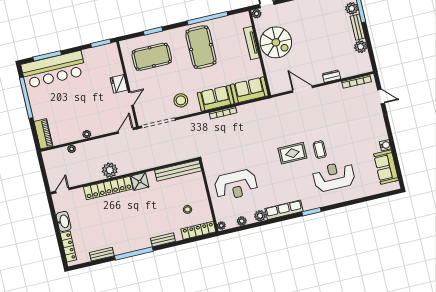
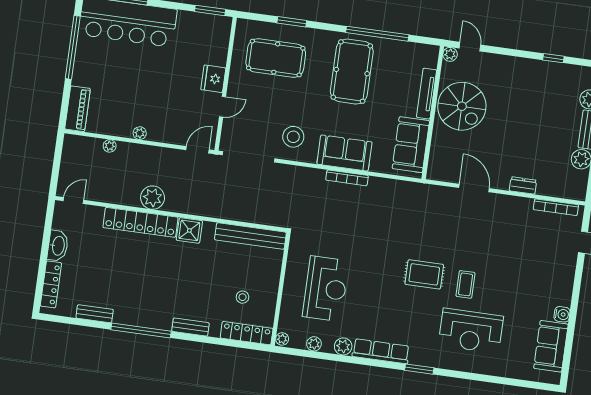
sofa: (249, 90) -> (411, 145), moved, turned -90
reception desk: (334, 176) -> (471, 331), turned 180
reception desk: (236, 185) -> (326, 289), turned -90

